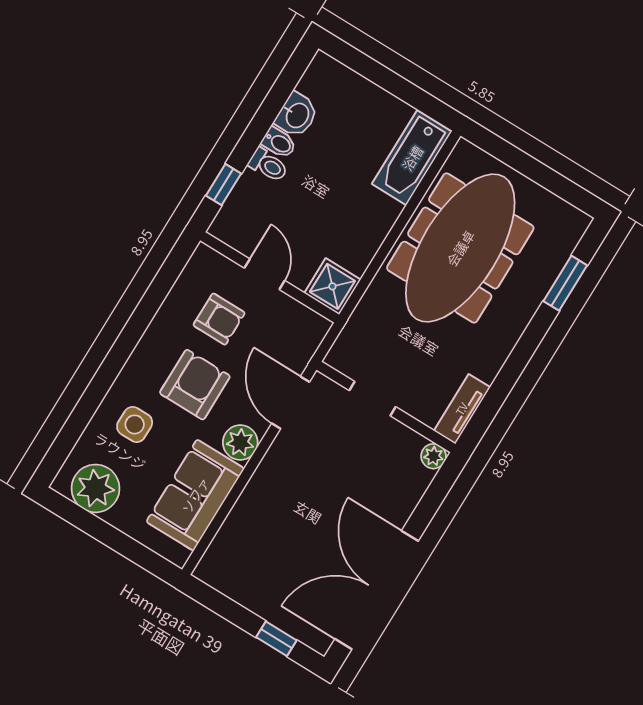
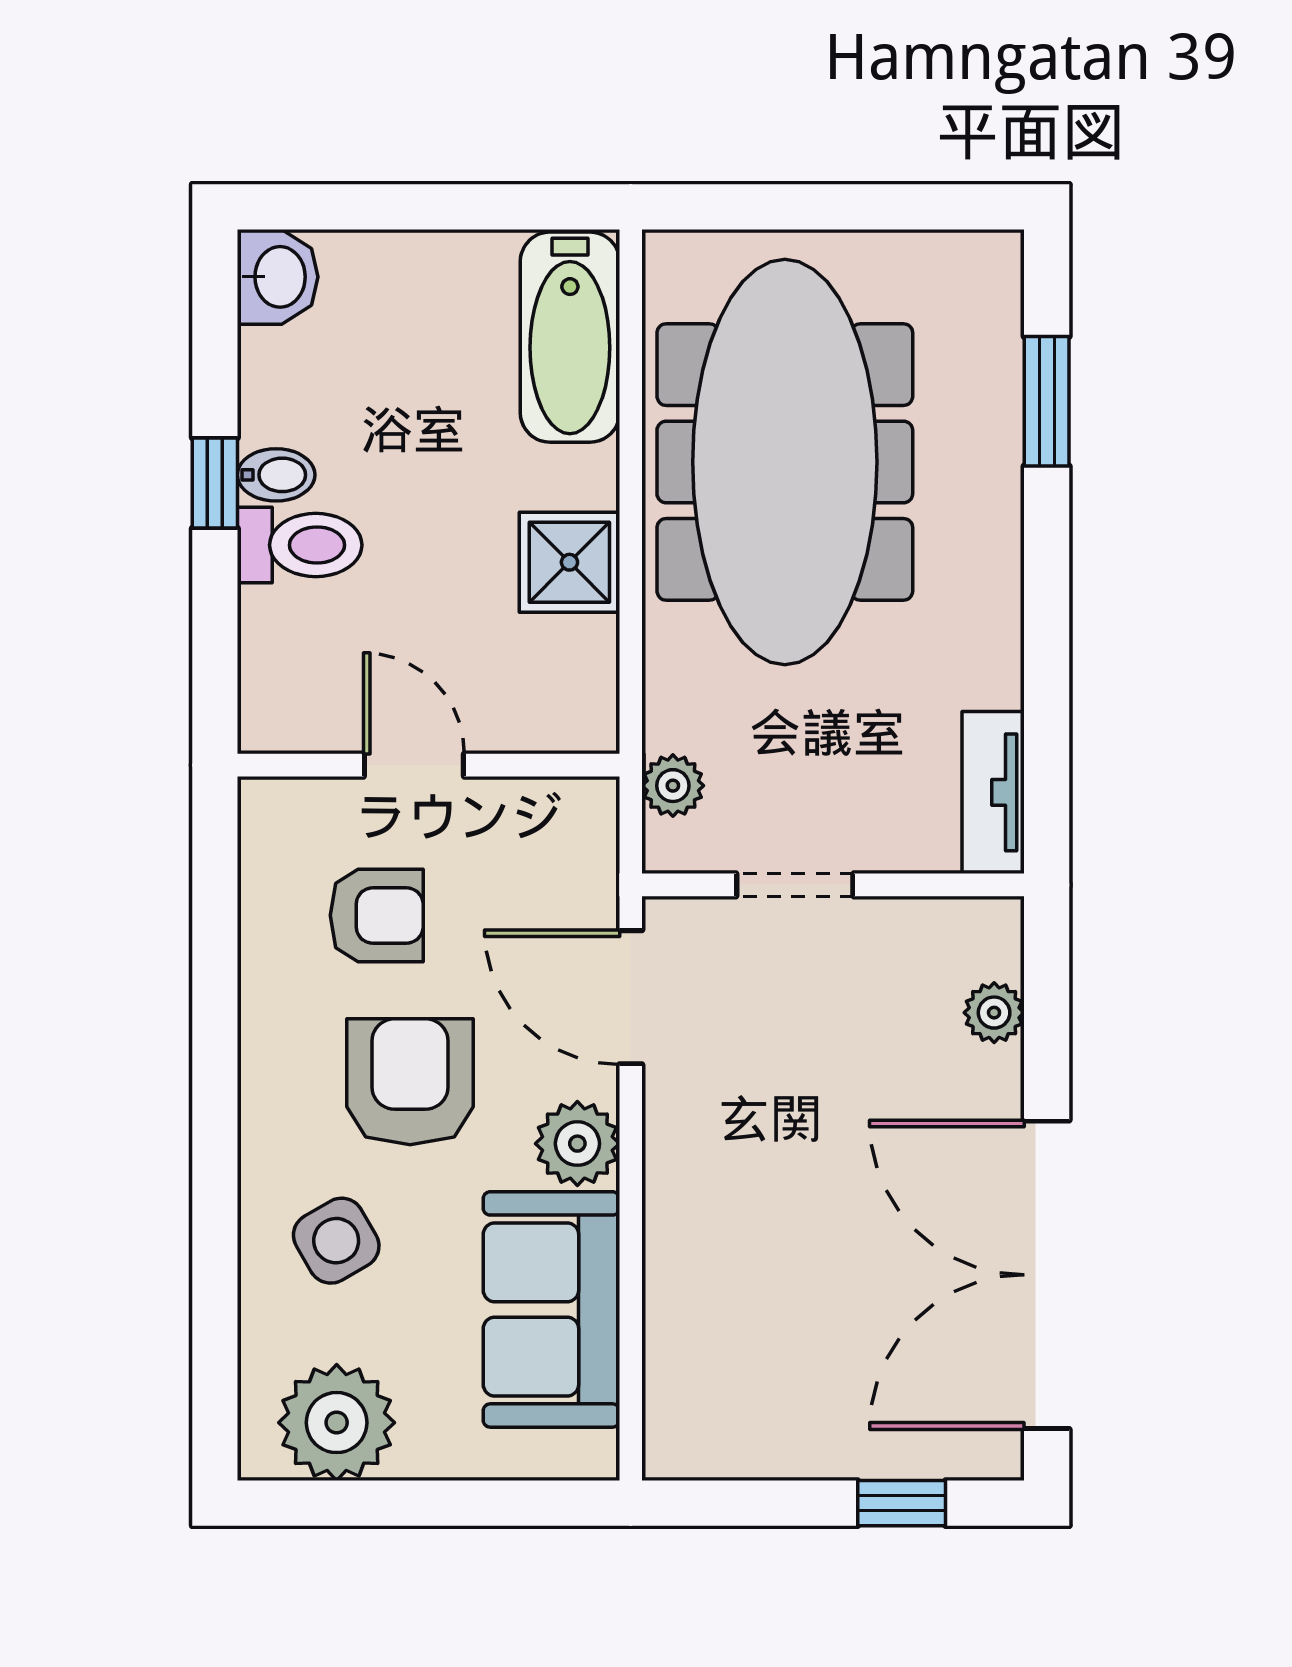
washbasin: (297, 115) -> (278, 277), moved
toilet: (268, 165) -> (300, 545), width x1.37, depth x1.39
window: (224, 185) -> (215, 483), moved
shower: (332, 286) -> (569, 562), moved
plant: (351, 337) -> (673, 786), added
side table: (135, 424) -> (336, 1241), turned -30
plant: (433, 456) -> (994, 1013), moved

